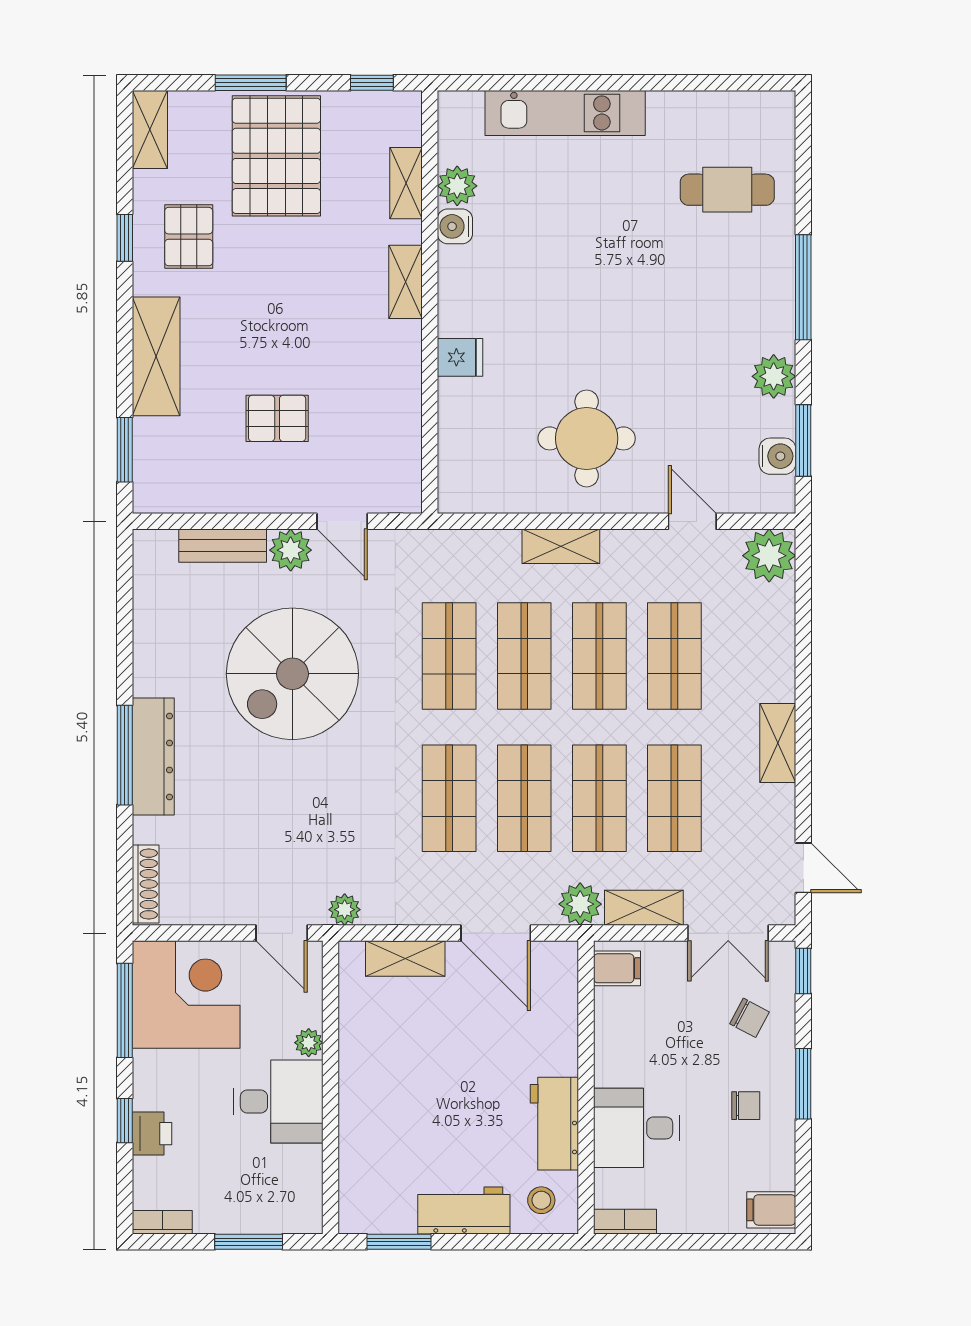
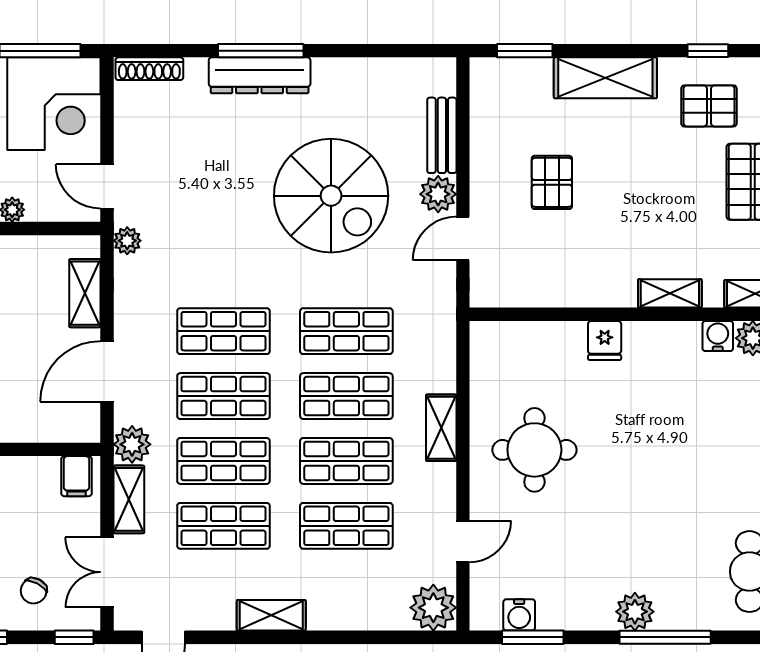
plant: (774, 376) -> (635, 612), moved
spiral stairs: (292, 674) -> (331, 196), turned 180
door: (282, 933) -> (107, 186), hinge flipped

